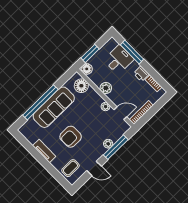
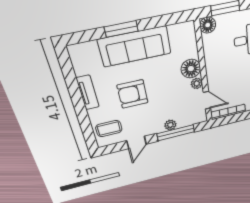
floor lamp: (81, 86) -> (191, 69), moved
plant: (106, 88) -> (212, 63), removed
window: (40, 102) -> (121, 29), width x0.47
door: (94, 168) -> (137, 142), hinge flipped

